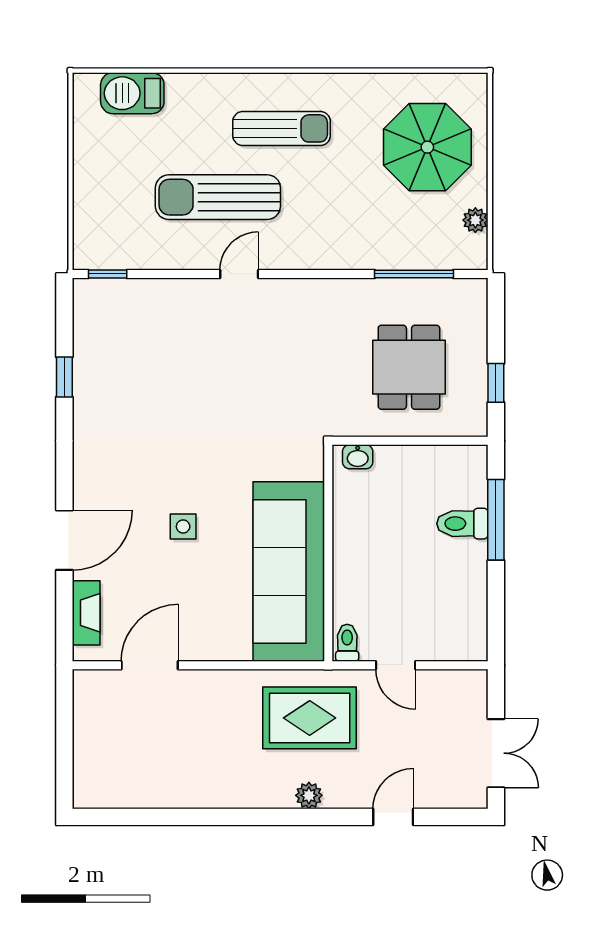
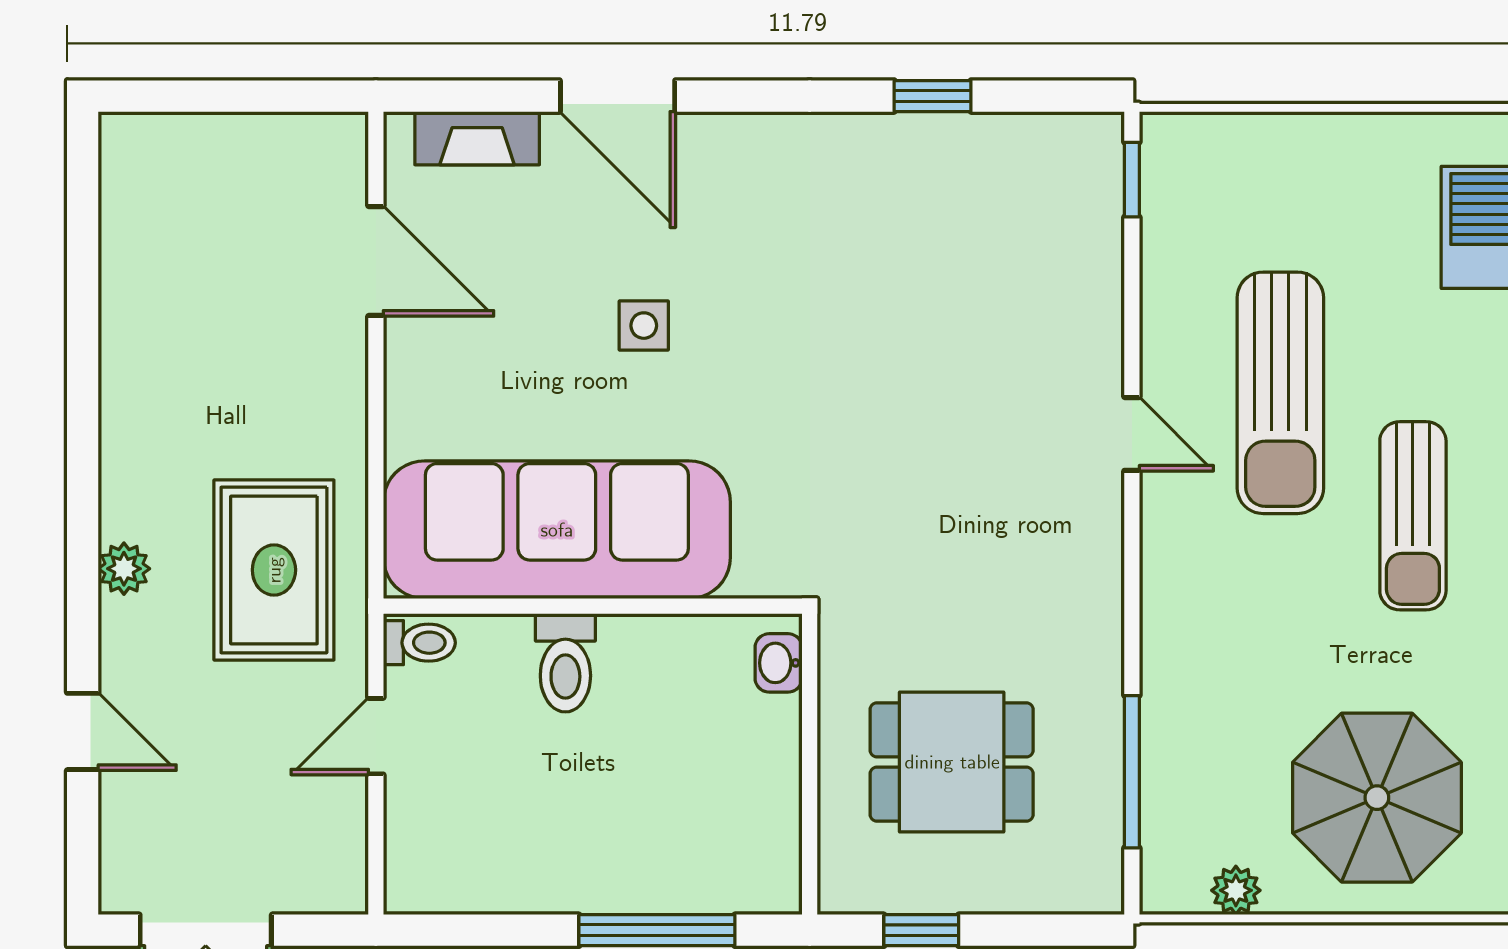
sun lounger: (218, 197) -> (1280, 393), turned 180
toilet: (462, 524) -> (565, 663), moved, turned 180

